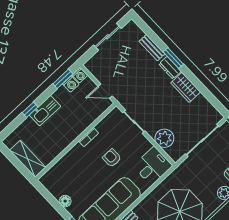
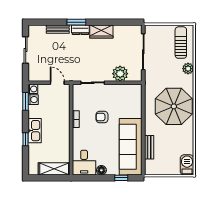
door: (105, 91) -> (57, 83), swing flipped
desk: (153, 166) -> (84, 163), moved, turned 180

